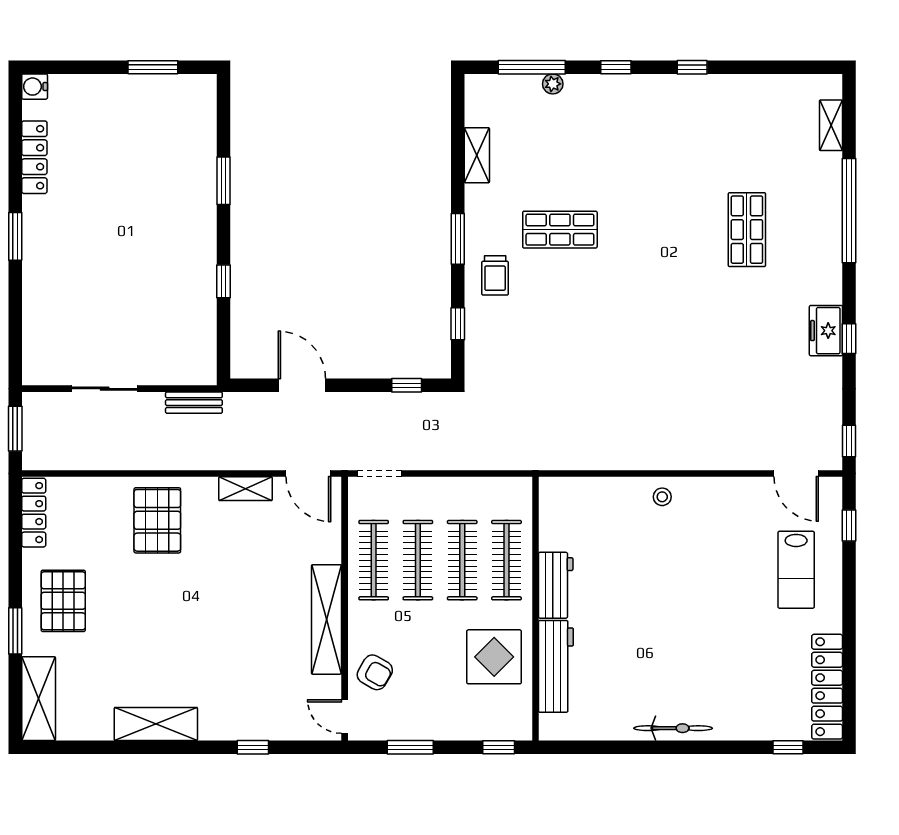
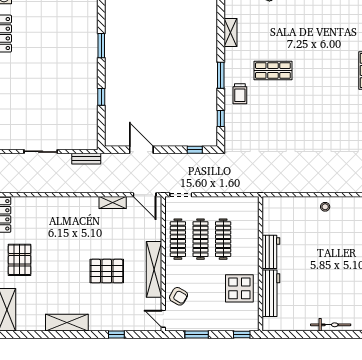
pallet: (157, 520) -> (107, 271), moved, turned 90
clothes rail: (506, 560) -> (246, 239), removed

